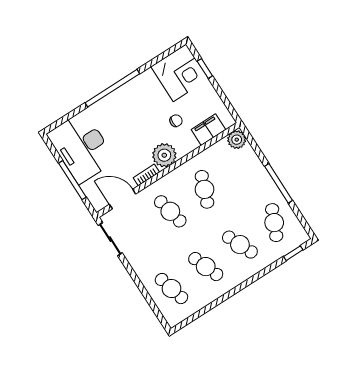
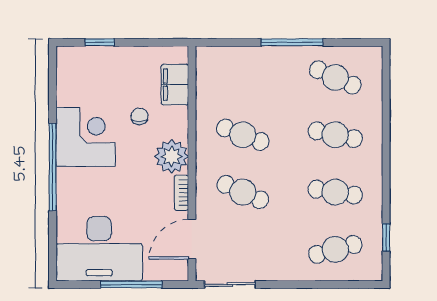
corner desk: (180, 73) -> (86, 137), moved
plant: (237, 140) -> (208, 59), removed
cafe table: (170, 211) -> (243, 192), turned 36
cafe table: (240, 245) -> (335, 135), turned 36
window: (293, 253) -> (386, 237), moved
cafe table: (206, 267) -> (335, 192), turned 30

